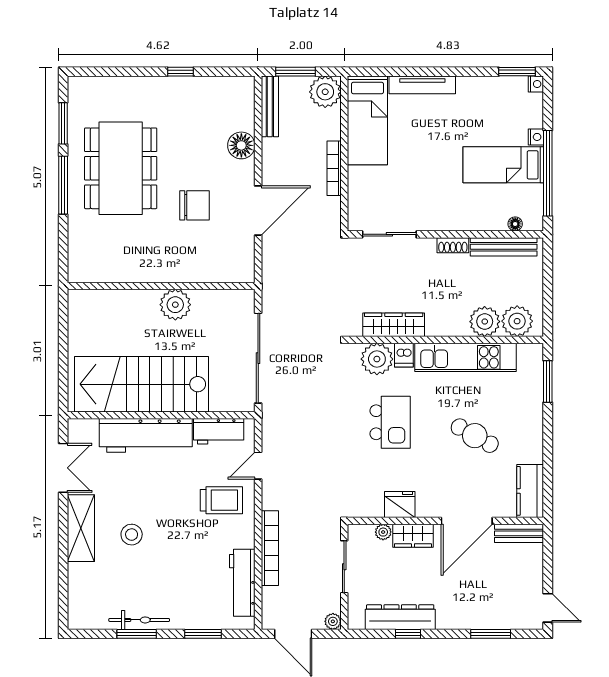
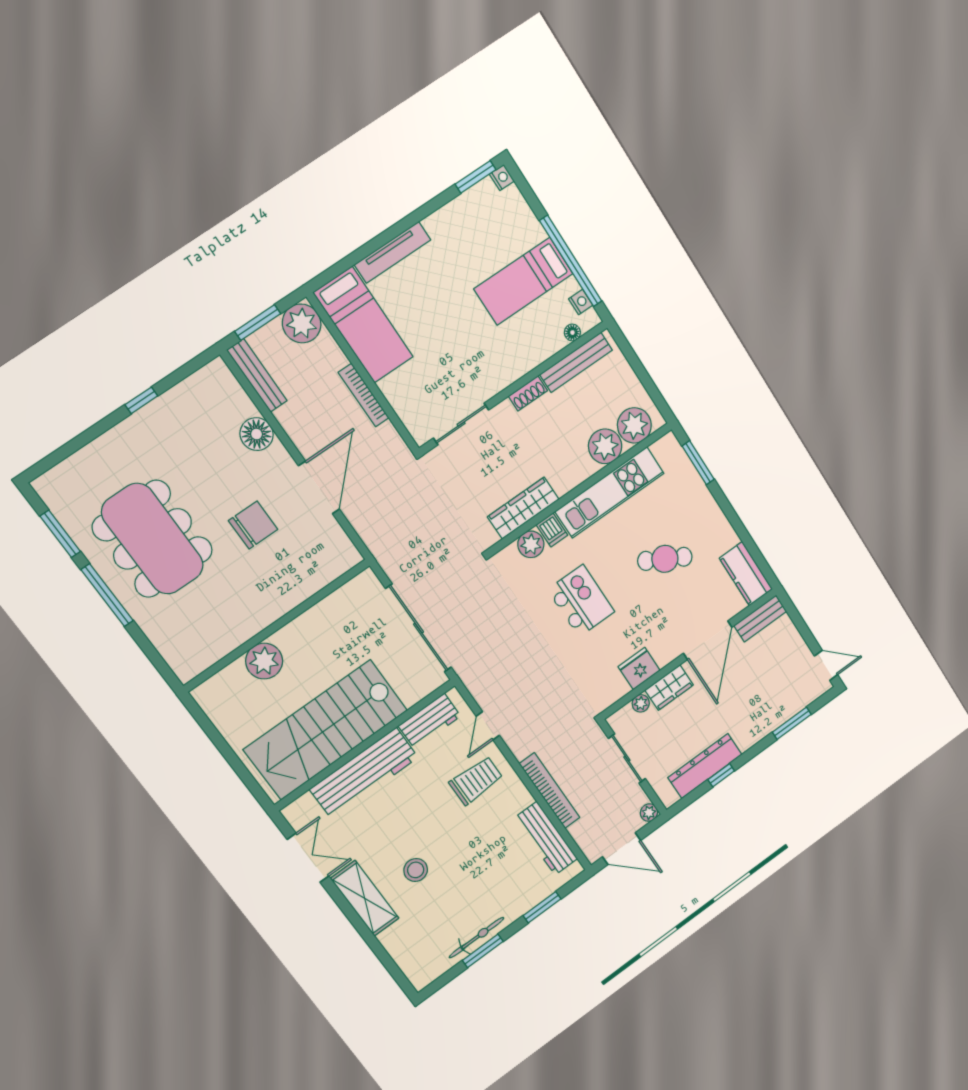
nightstand: (536, 137) -> (581, 302), moved
plant: (175, 305) -> (264, 661), moved
plant: (377, 359) -> (531, 544), width x0.73, depth x0.73

